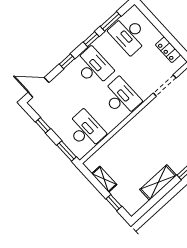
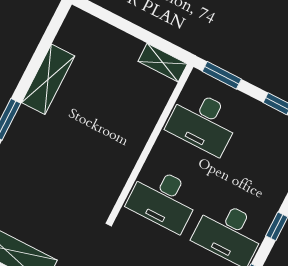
shelving: (104, 179) -> (163, 63), moved
window: (114, 203) -> (110, 18), removed

